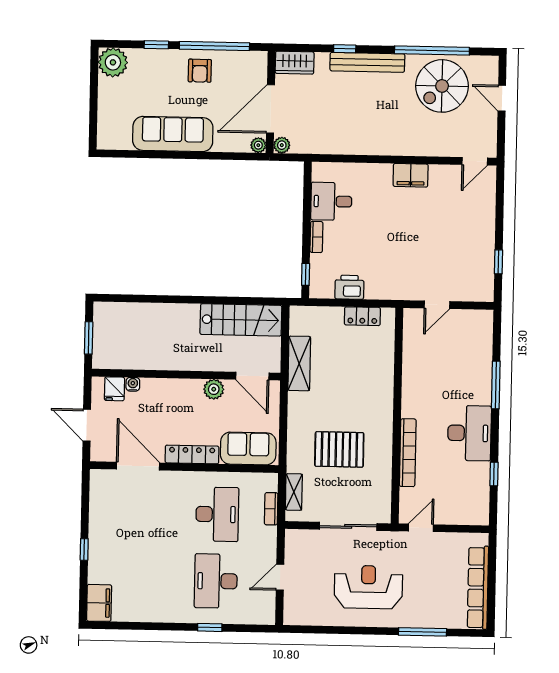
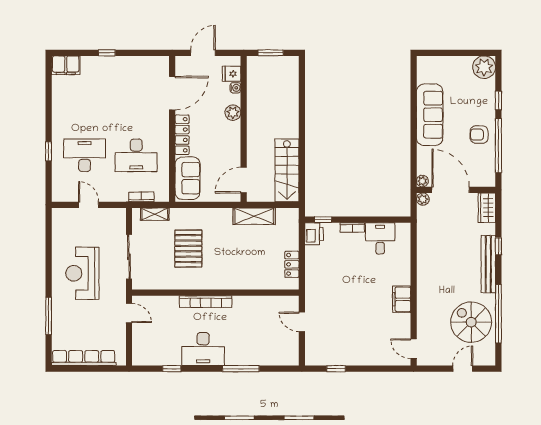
printer: (349, 287) -> (314, 234), moved
plant: (214, 389) -> (233, 113), moved
bookcase: (408, 453) -> (206, 302), moved
reception desk: (368, 587) -> (82, 273), turned 180

